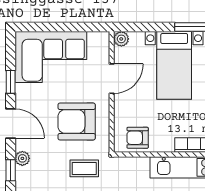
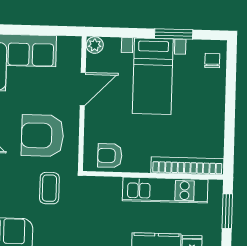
coffee table: (84, 168) -> (49, 188), turned 90

